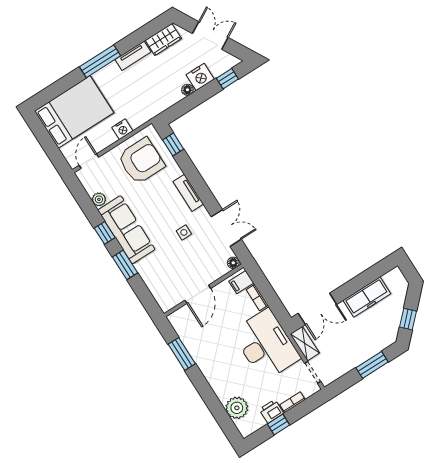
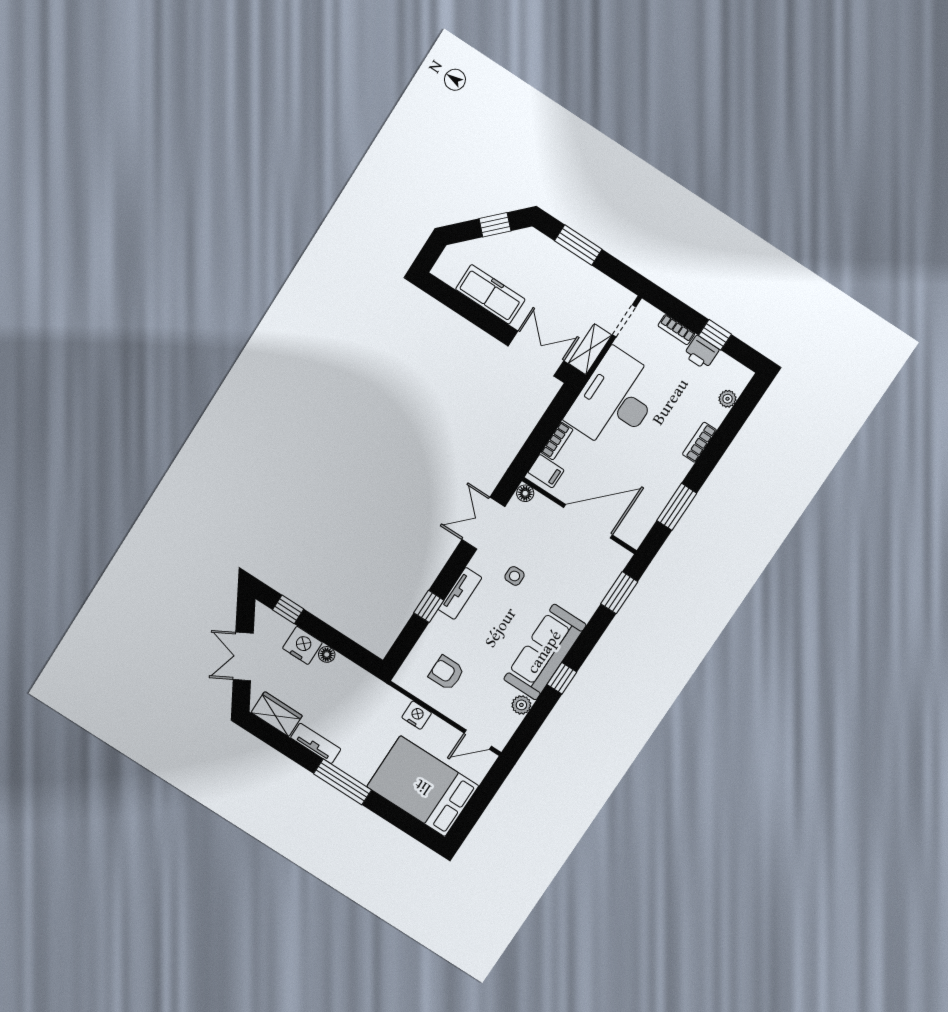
window: (173, 144) -> (429, 606), moved
armchair: (141, 161) -> (446, 673), width x0.53, depth x0.53
window: (125, 265) -> (619, 593), moved
door: (198, 294) -> (588, 521), width x1.36
bookcase: (216, 386) -> (699, 442), added
plant: (237, 408) -> (728, 399), width x0.53, depth x0.53

